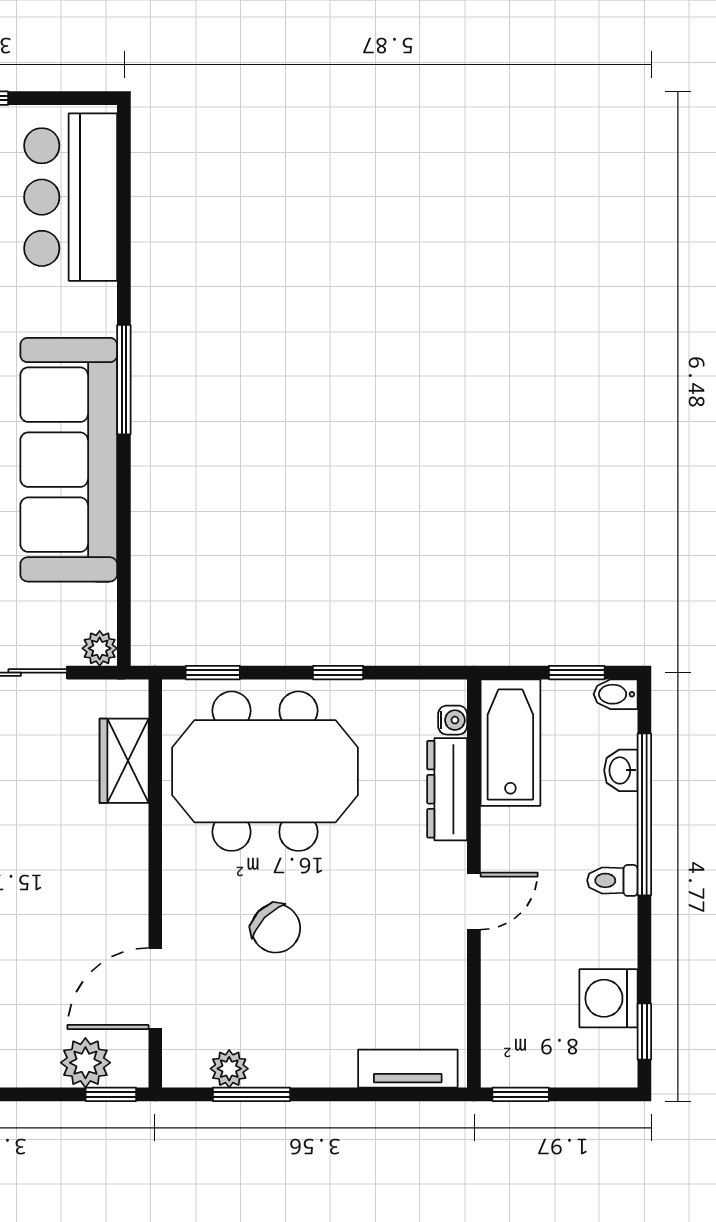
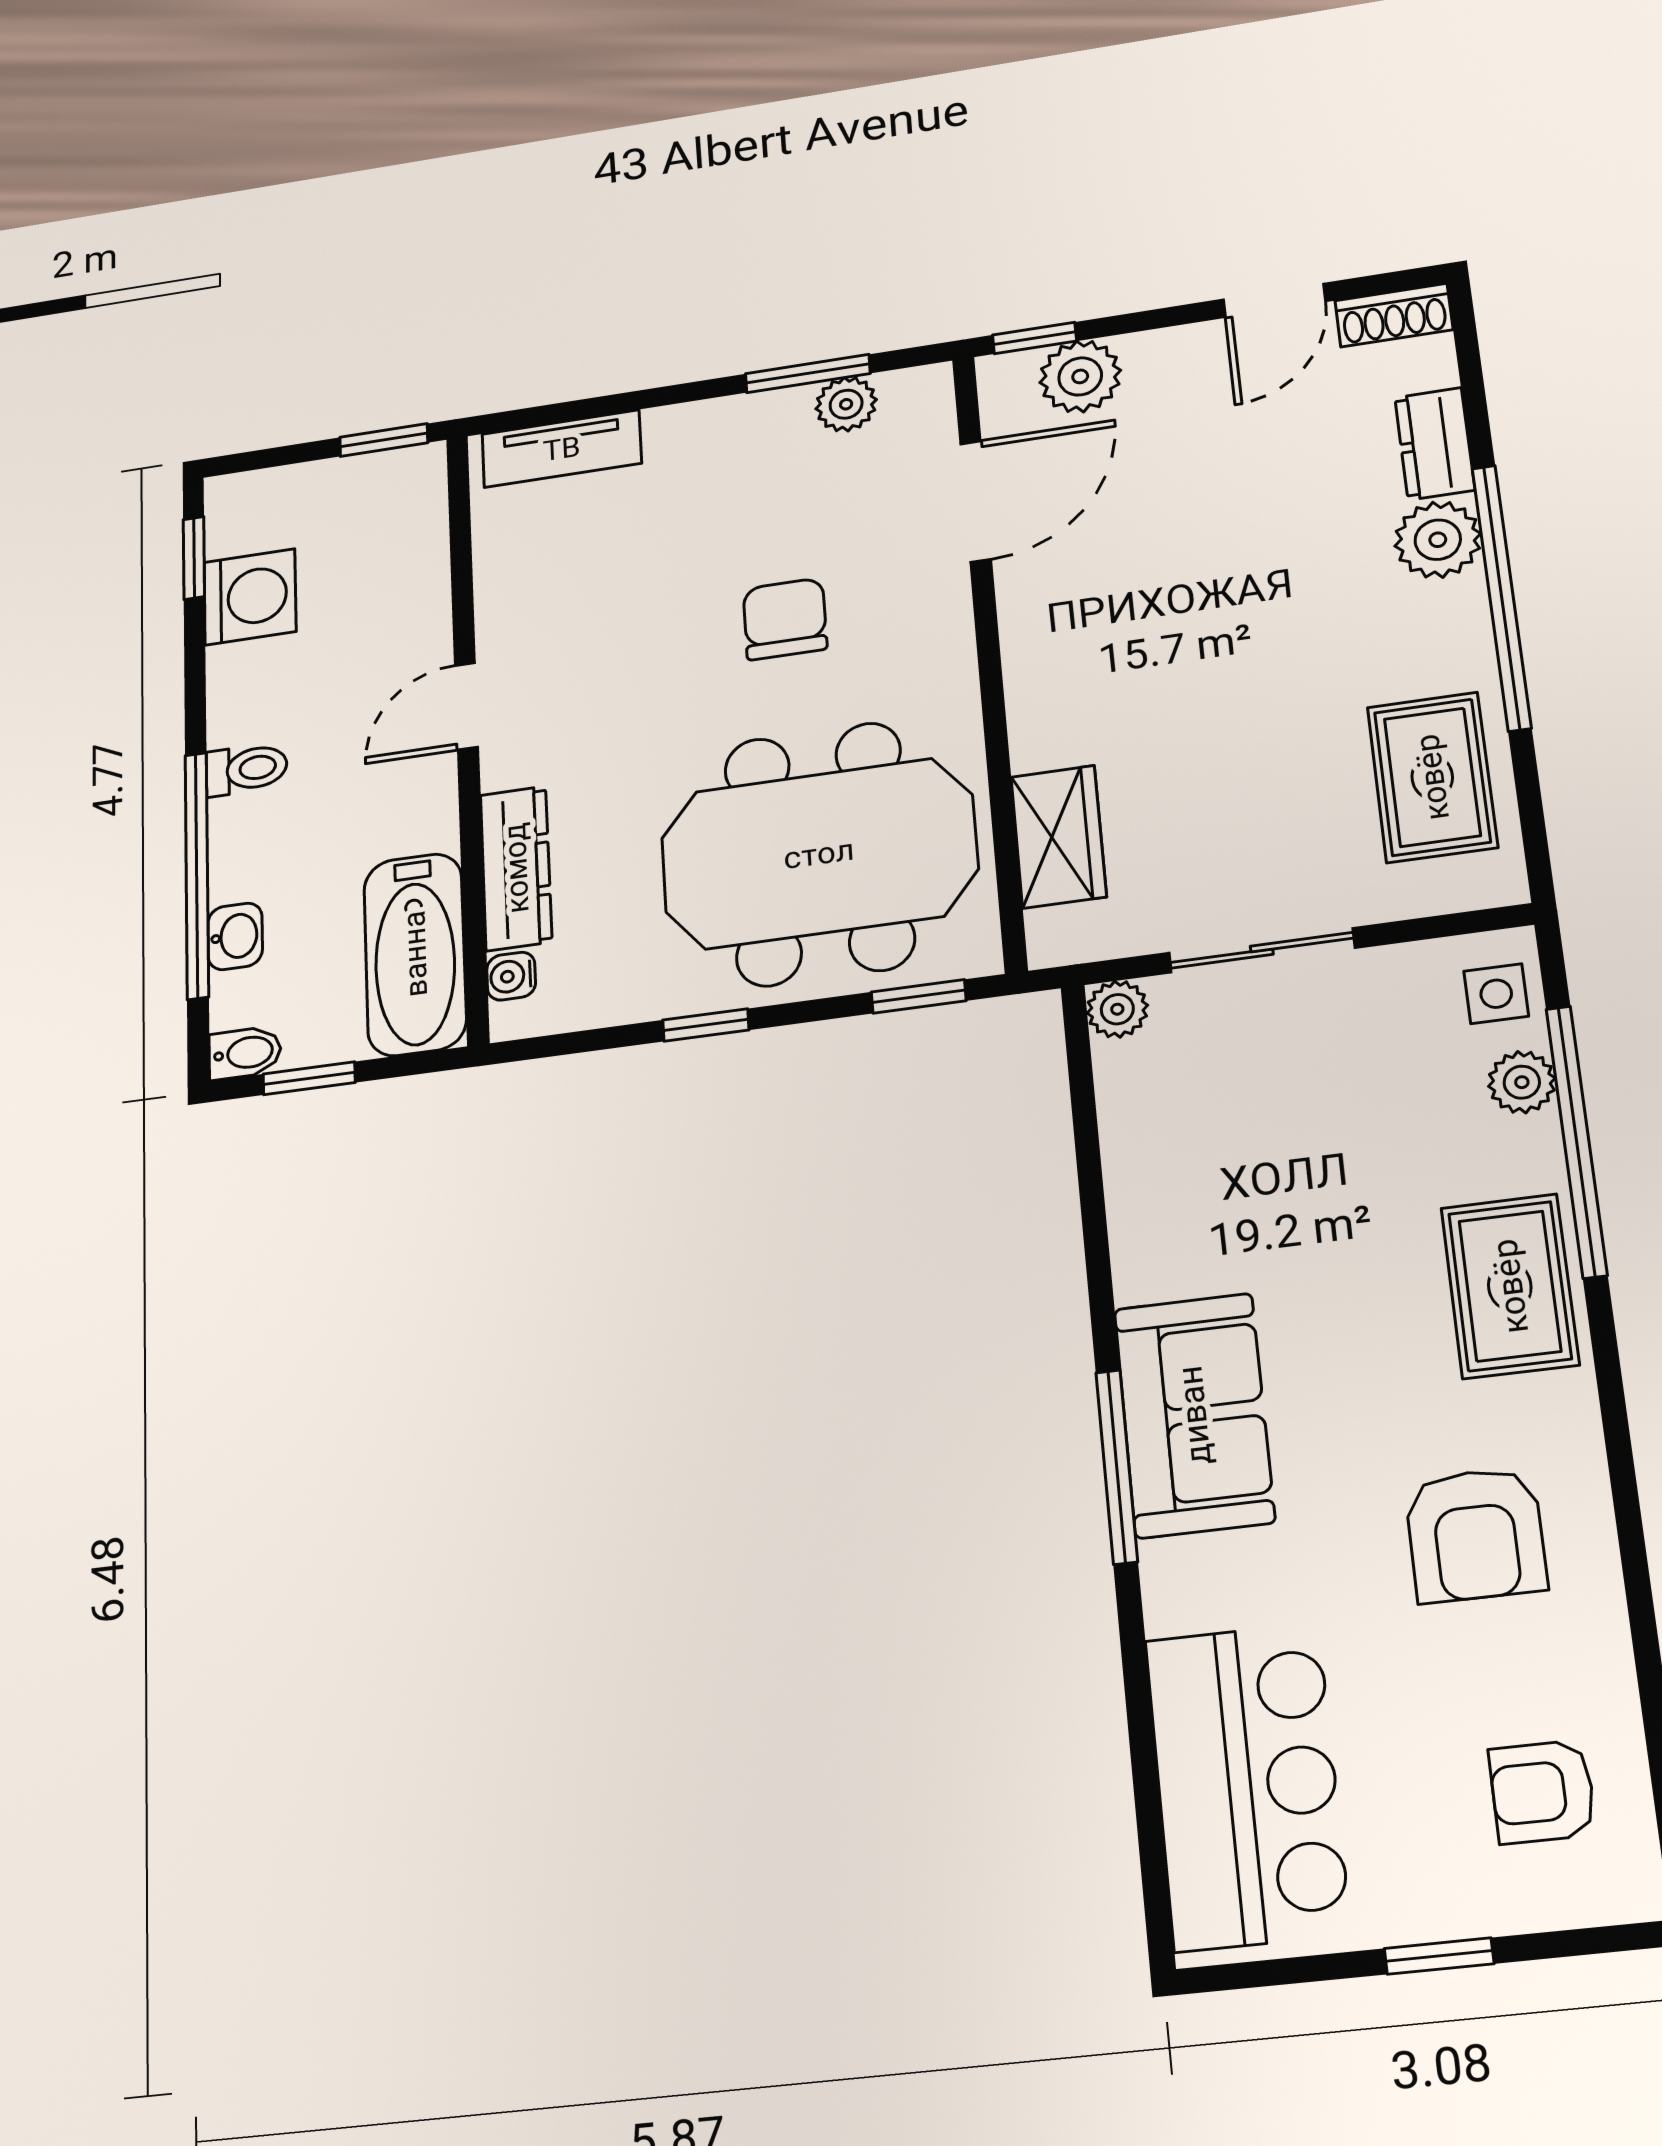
sofa: (69, 460) -> (1194, 1415), width x0.54, depth x0.79
chair: (276, 928) -> (785, 619), turned 46

